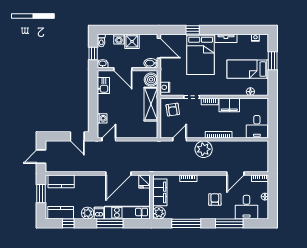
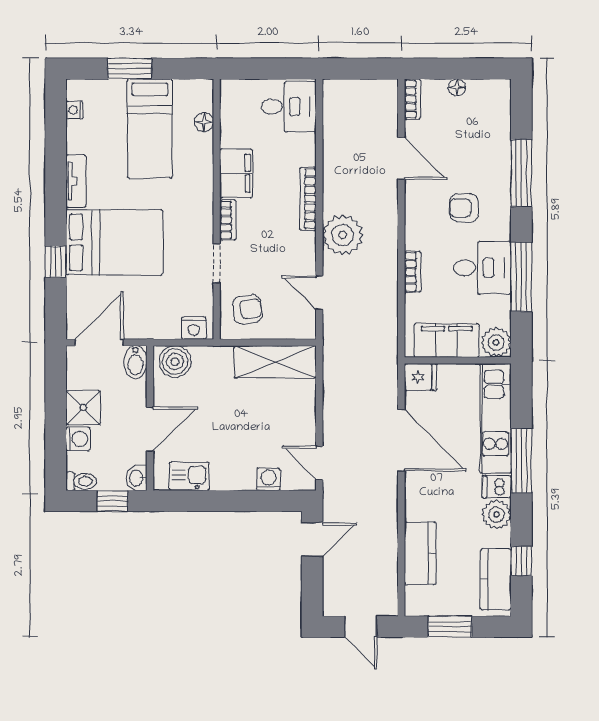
shelving: (151, 104) -> (275, 362), moved
kitchen counter: (61, 181) -> (420, 553), moved
desk: (246, 207) -> (482, 268), moved

